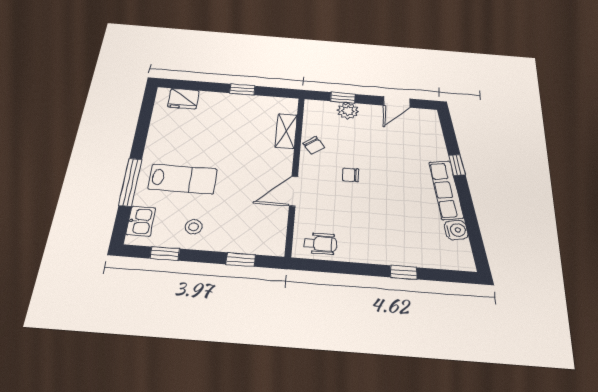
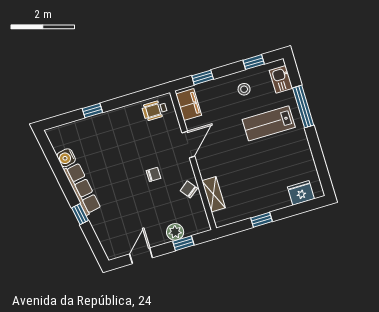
filing cabinet: (273, 235) -> (189, 105), added

